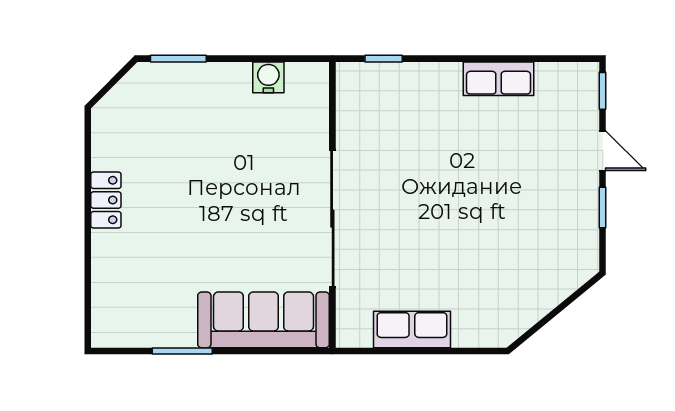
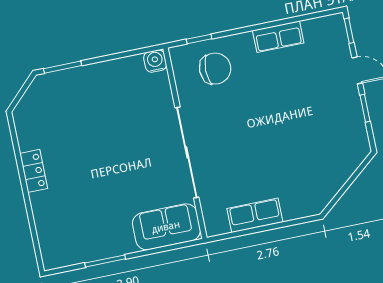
water cooler: (268, 77) -> (155, 61), moved
chair: (398, 106) -> (215, 69), added
sofa: (263, 320) -> (166, 227), width x0.73

